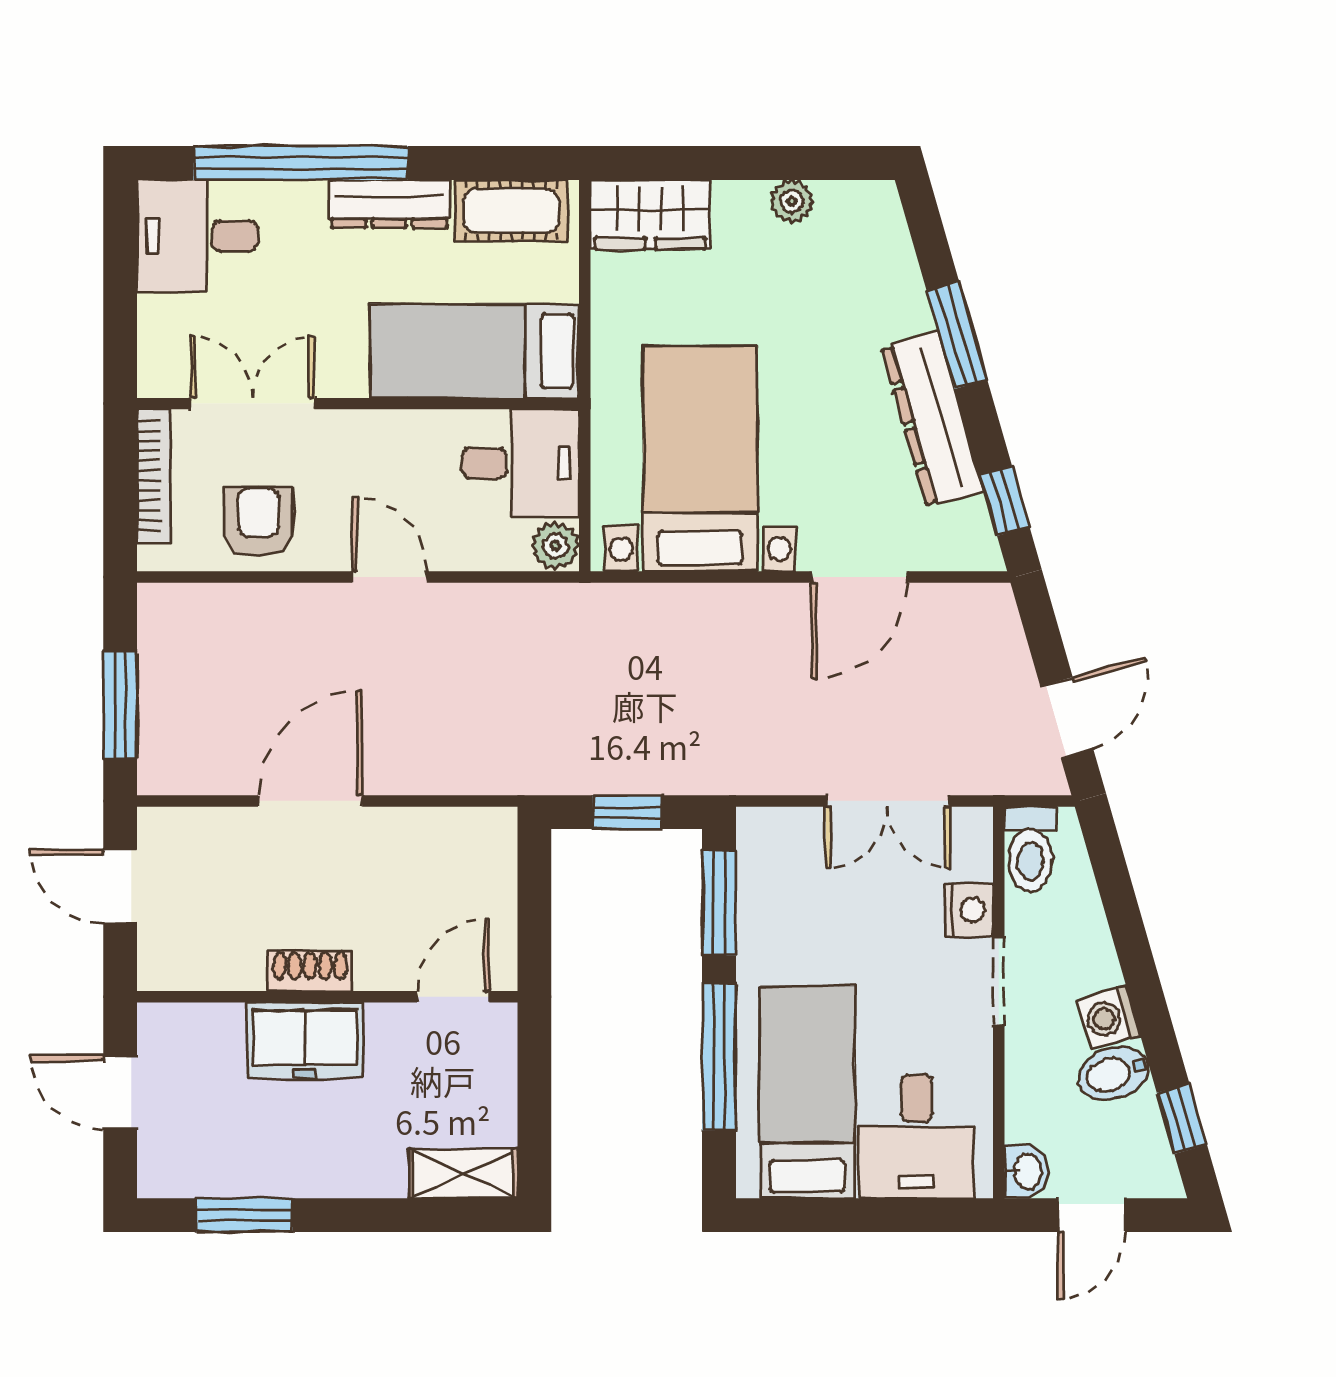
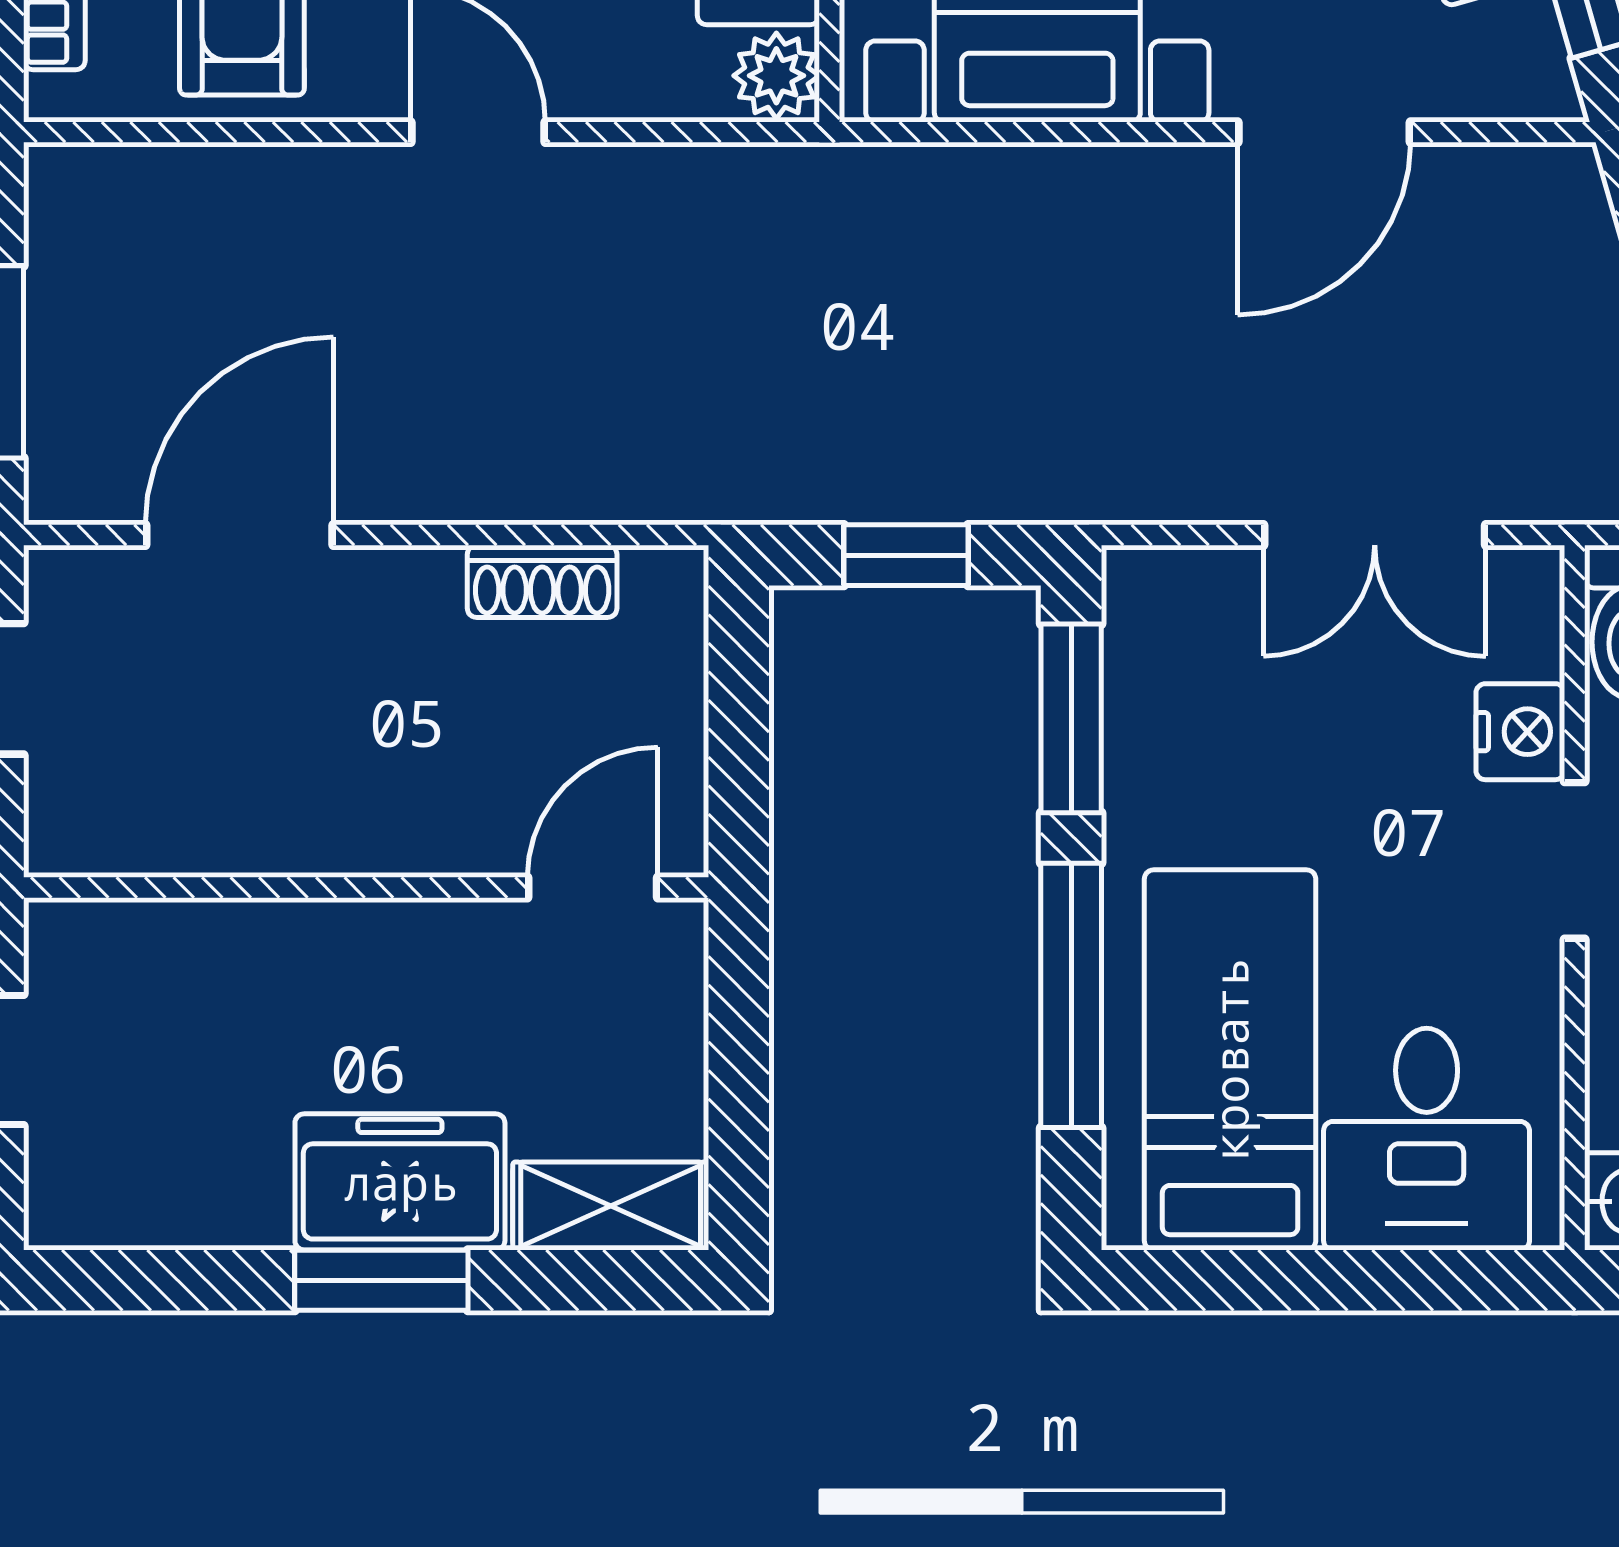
door: (310, 801) -> (239, 535), moved
shoe rack: (310, 971) -> (542, 581), moved, turned 180
freezer: (305, 1040) -> (400, 1182), moved, turned 180
window: (245, 1215) -> (381, 1280), moved

